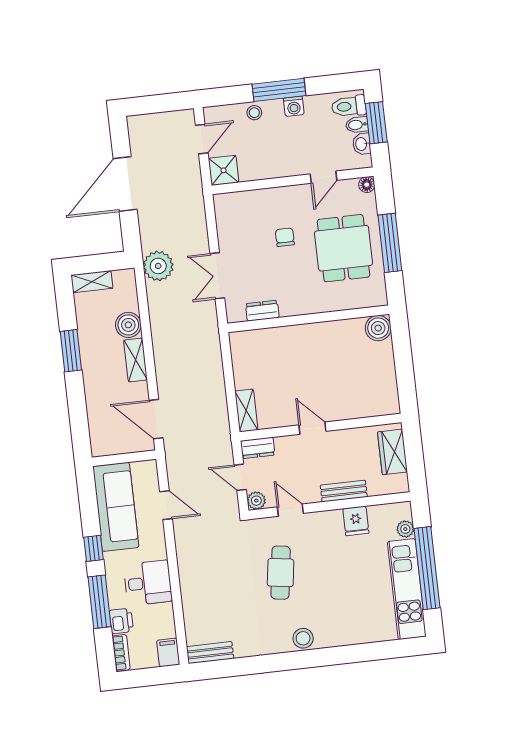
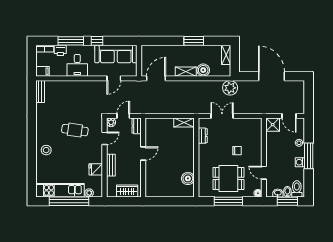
boiler: (378, 328) -> (188, 178), moved
shelving: (246, 410) -> (184, 122), moved
stool: (303, 638) -> (46, 150), moved

